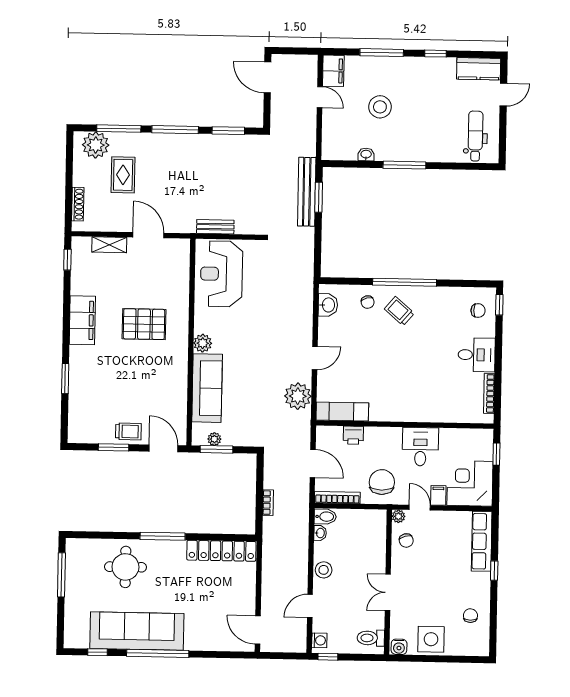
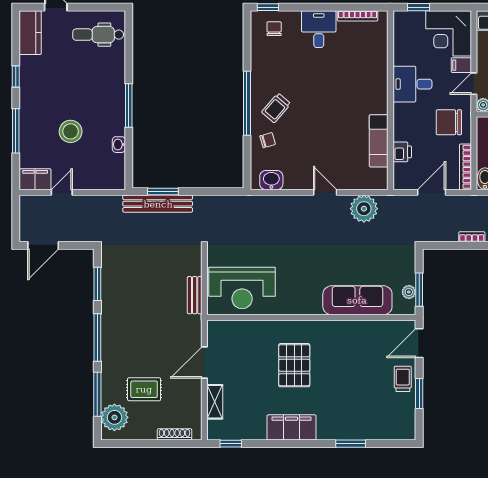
plant: (203, 343) -> (312, 306), removed
exam couch: (342, 412) -> (379, 141), moved

